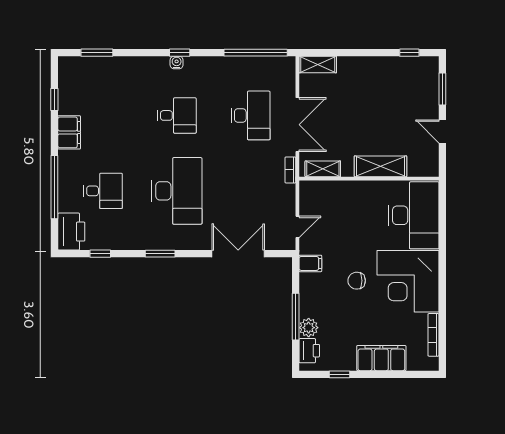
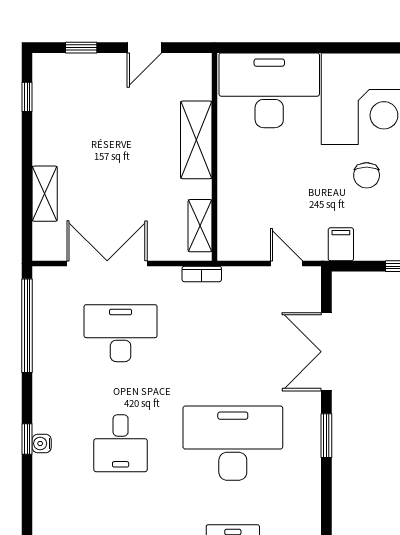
shelving: (318, 65) -> (45, 194), moved
window: (442, 89) -> (81, 48), width x0.67
desk: (177, 115) -> (121, 443), turned 180
double door: (297, 125) -> (107, 264), moved
window: (160, 254) -> (326, 436), moved

